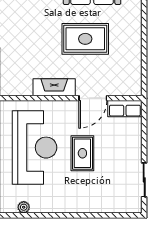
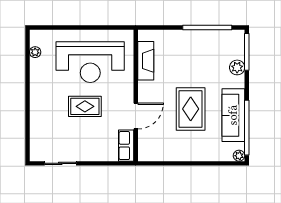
fireplace: (54, 87) -> (146, 61), moved
door: (93, 98) -> (136, 116), swing flipped

